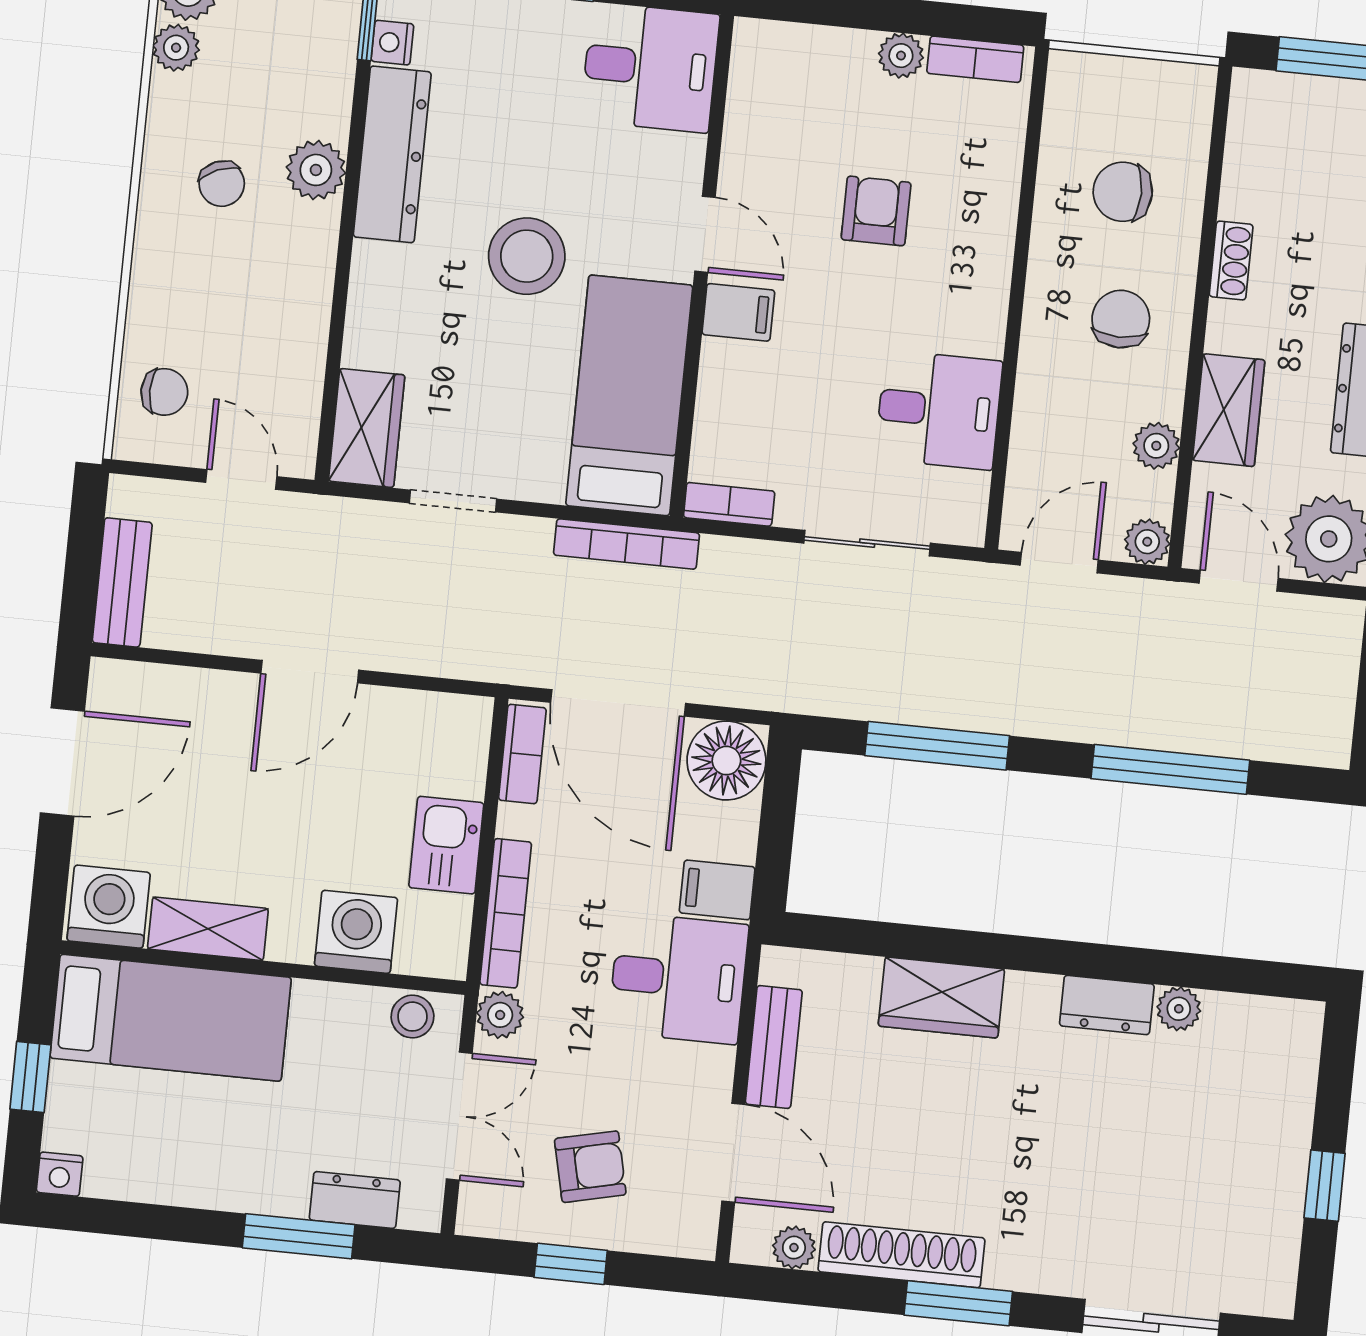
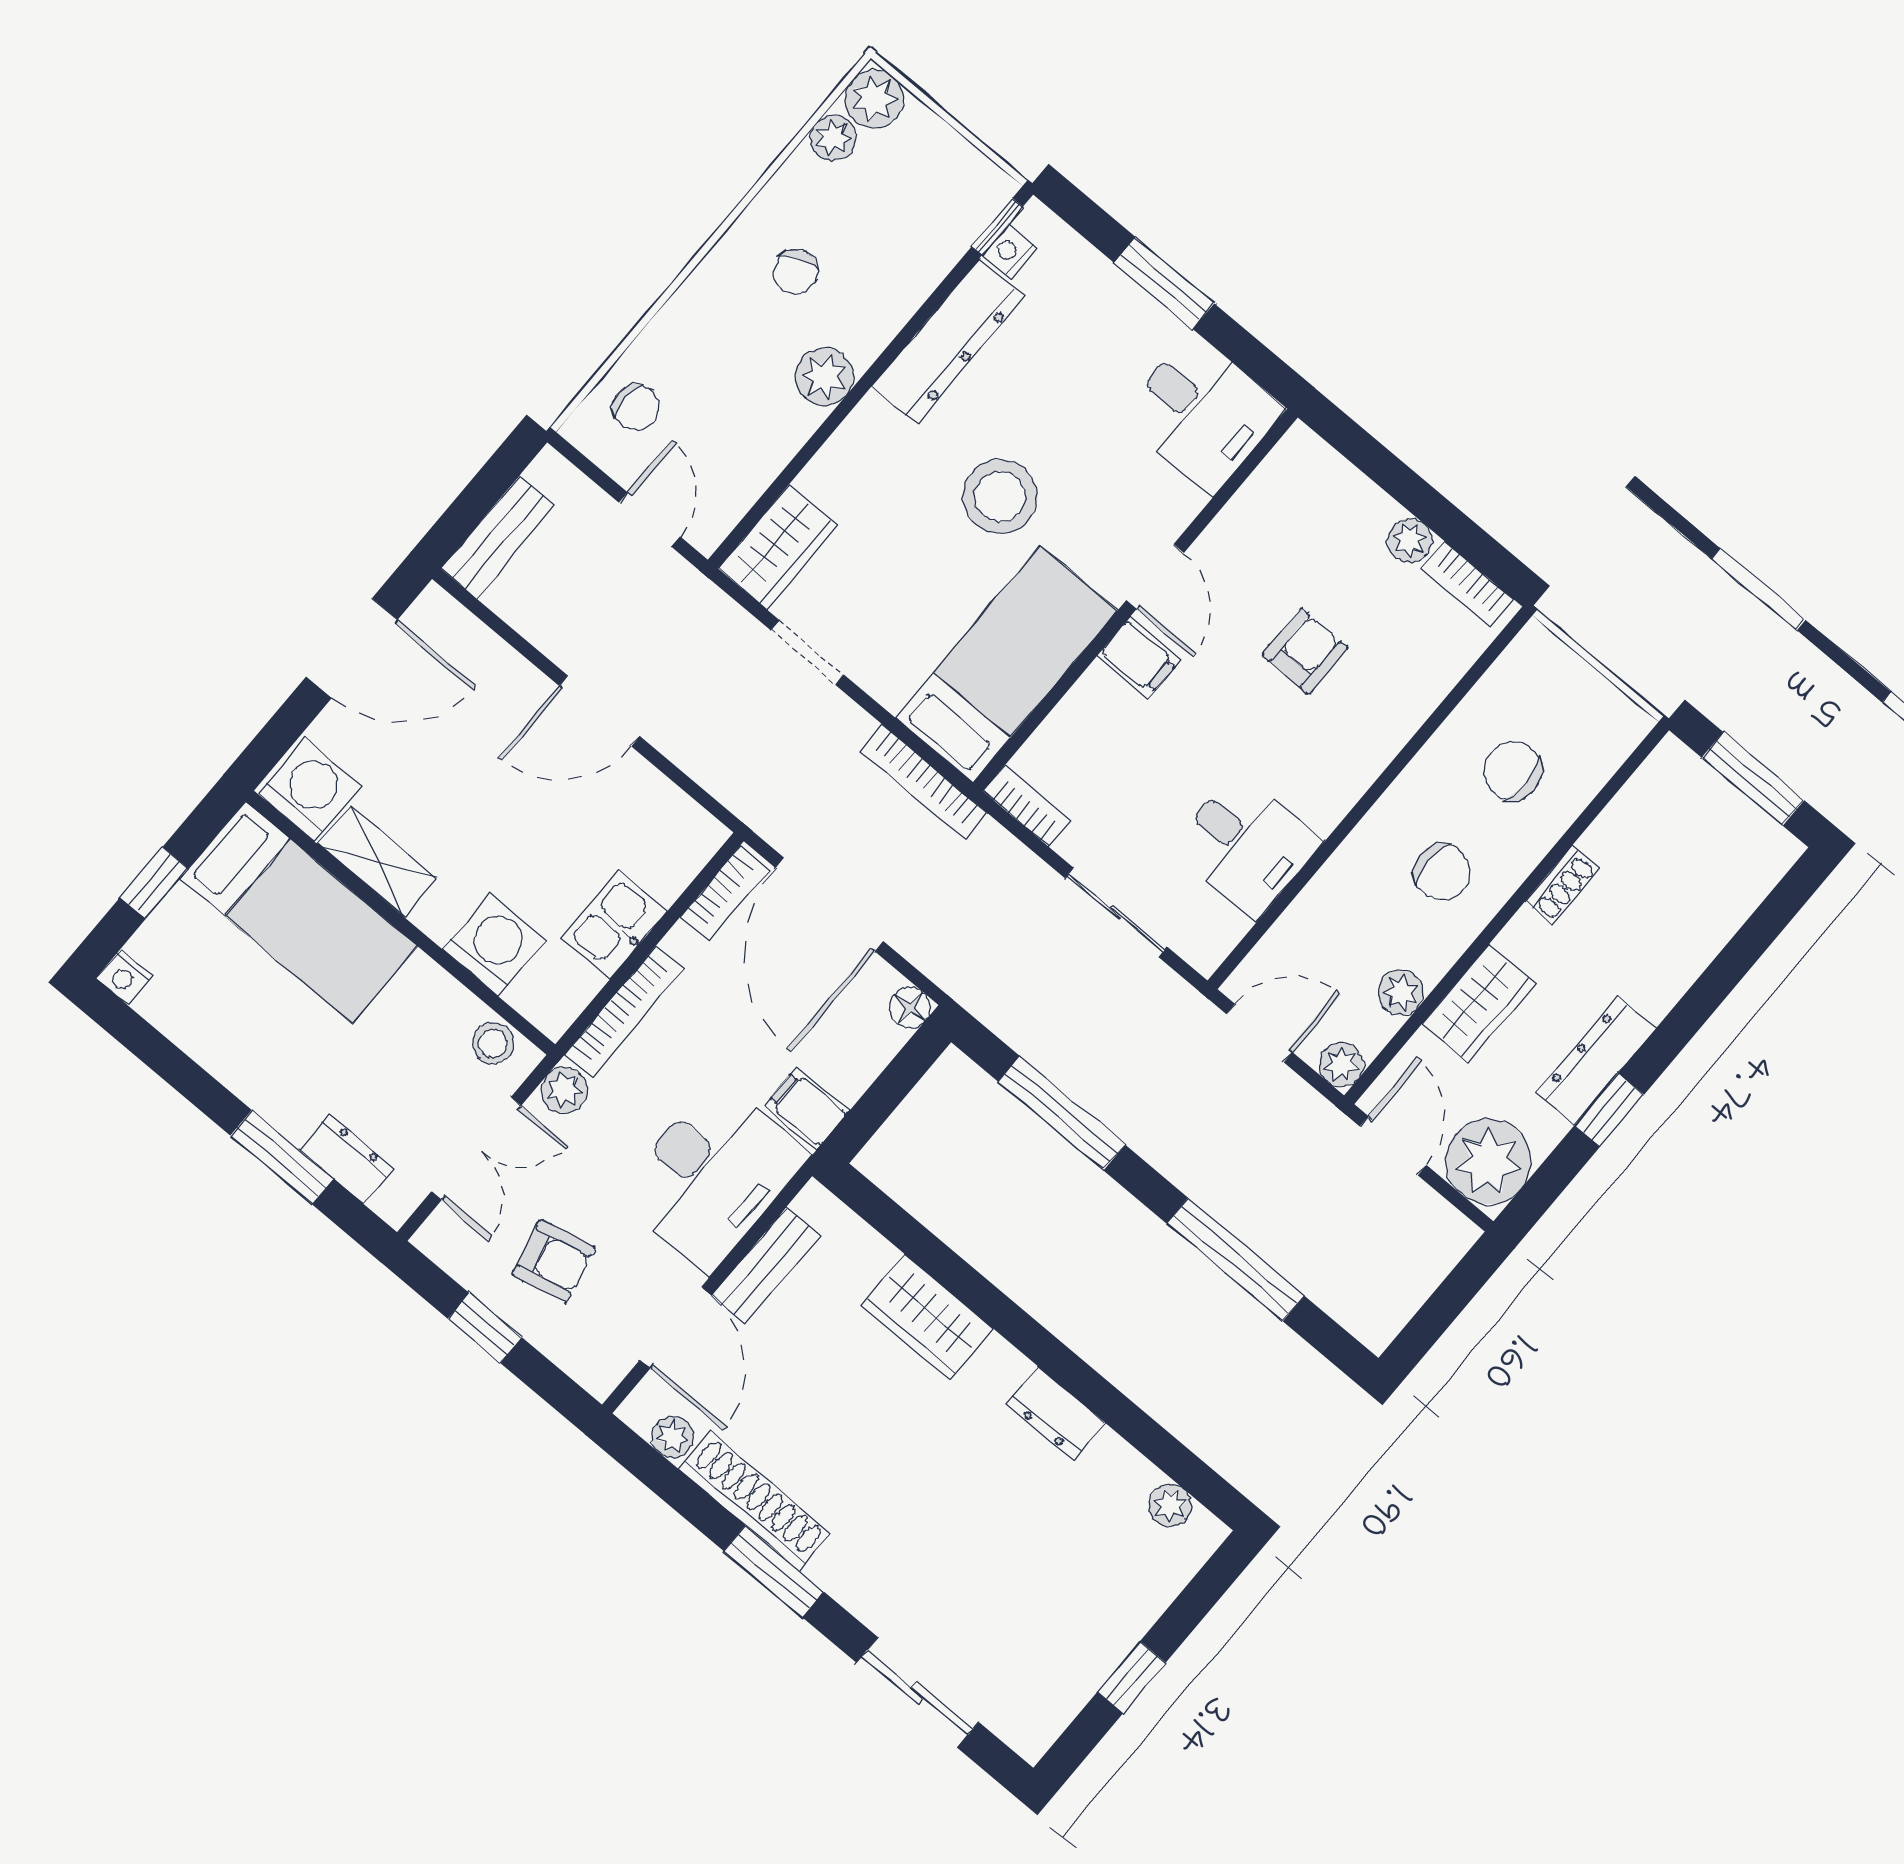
plant: (316, 170) -> (824, 377), moved
chair: (1121, 319) -> (1442, 872), turned 90
floor lamp: (726, 761) -> (910, 1008), width x0.53, depth x0.53
desk: (678, 978) -> (713, 1175), width x1.37
plant: (1179, 1009) -> (1170, 1505), moved

